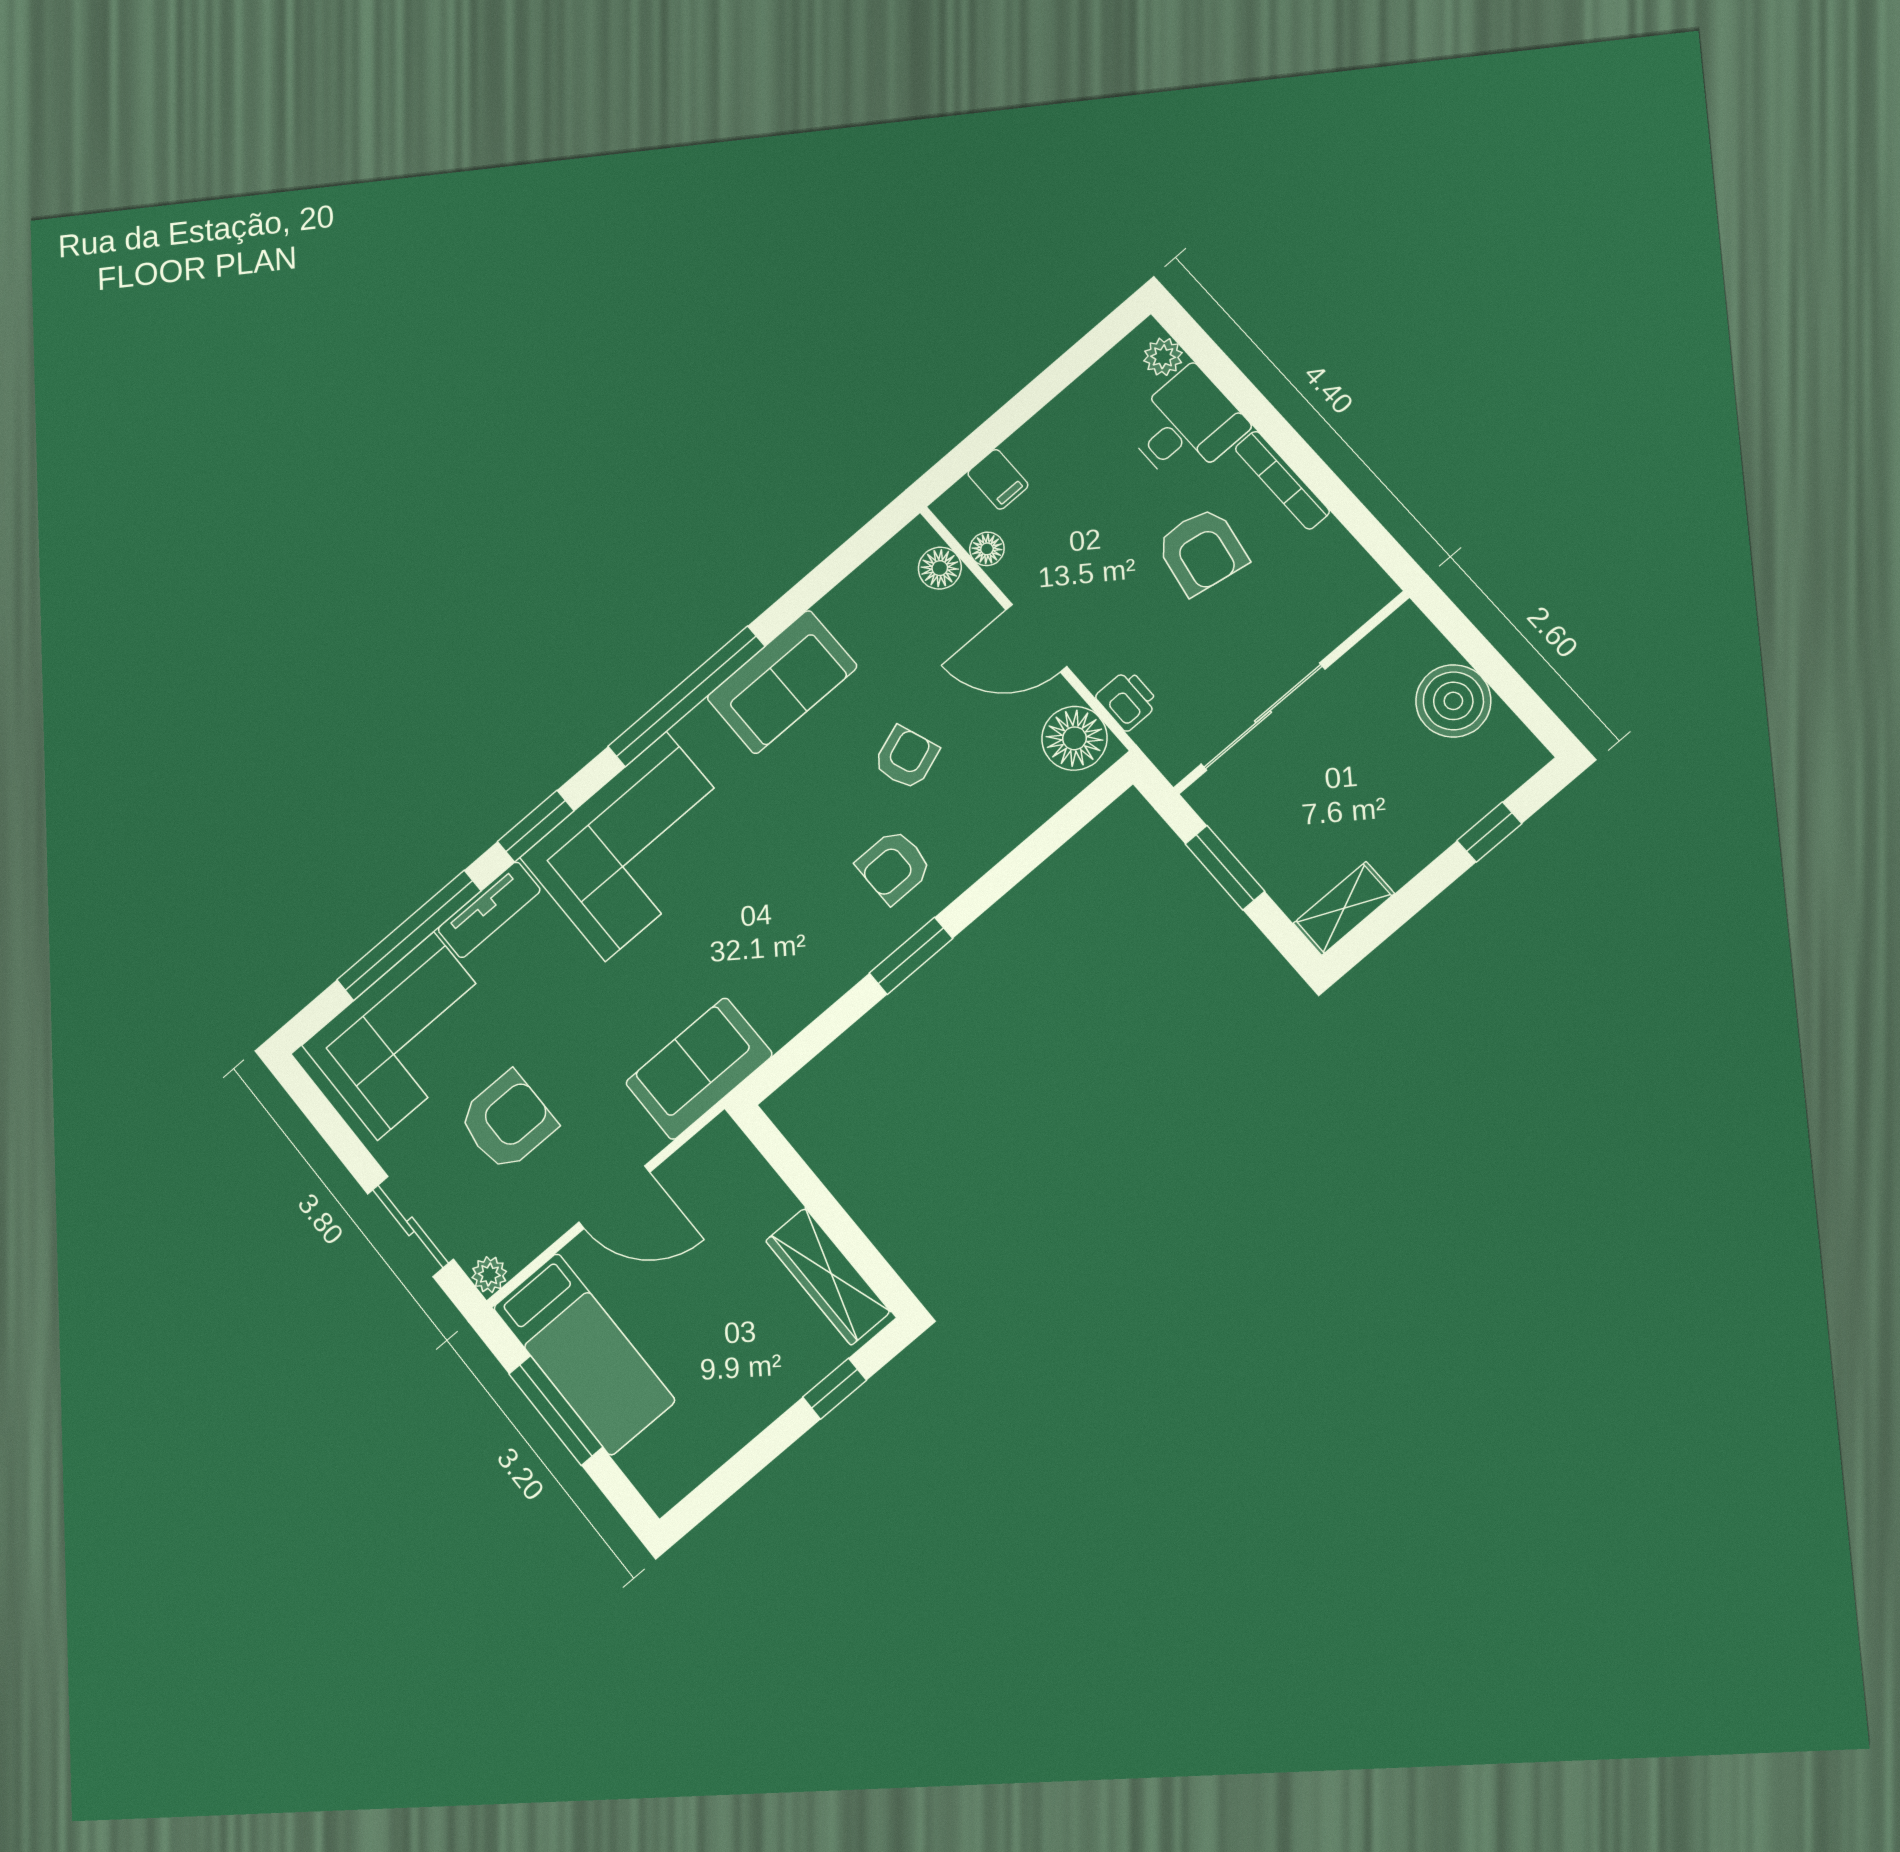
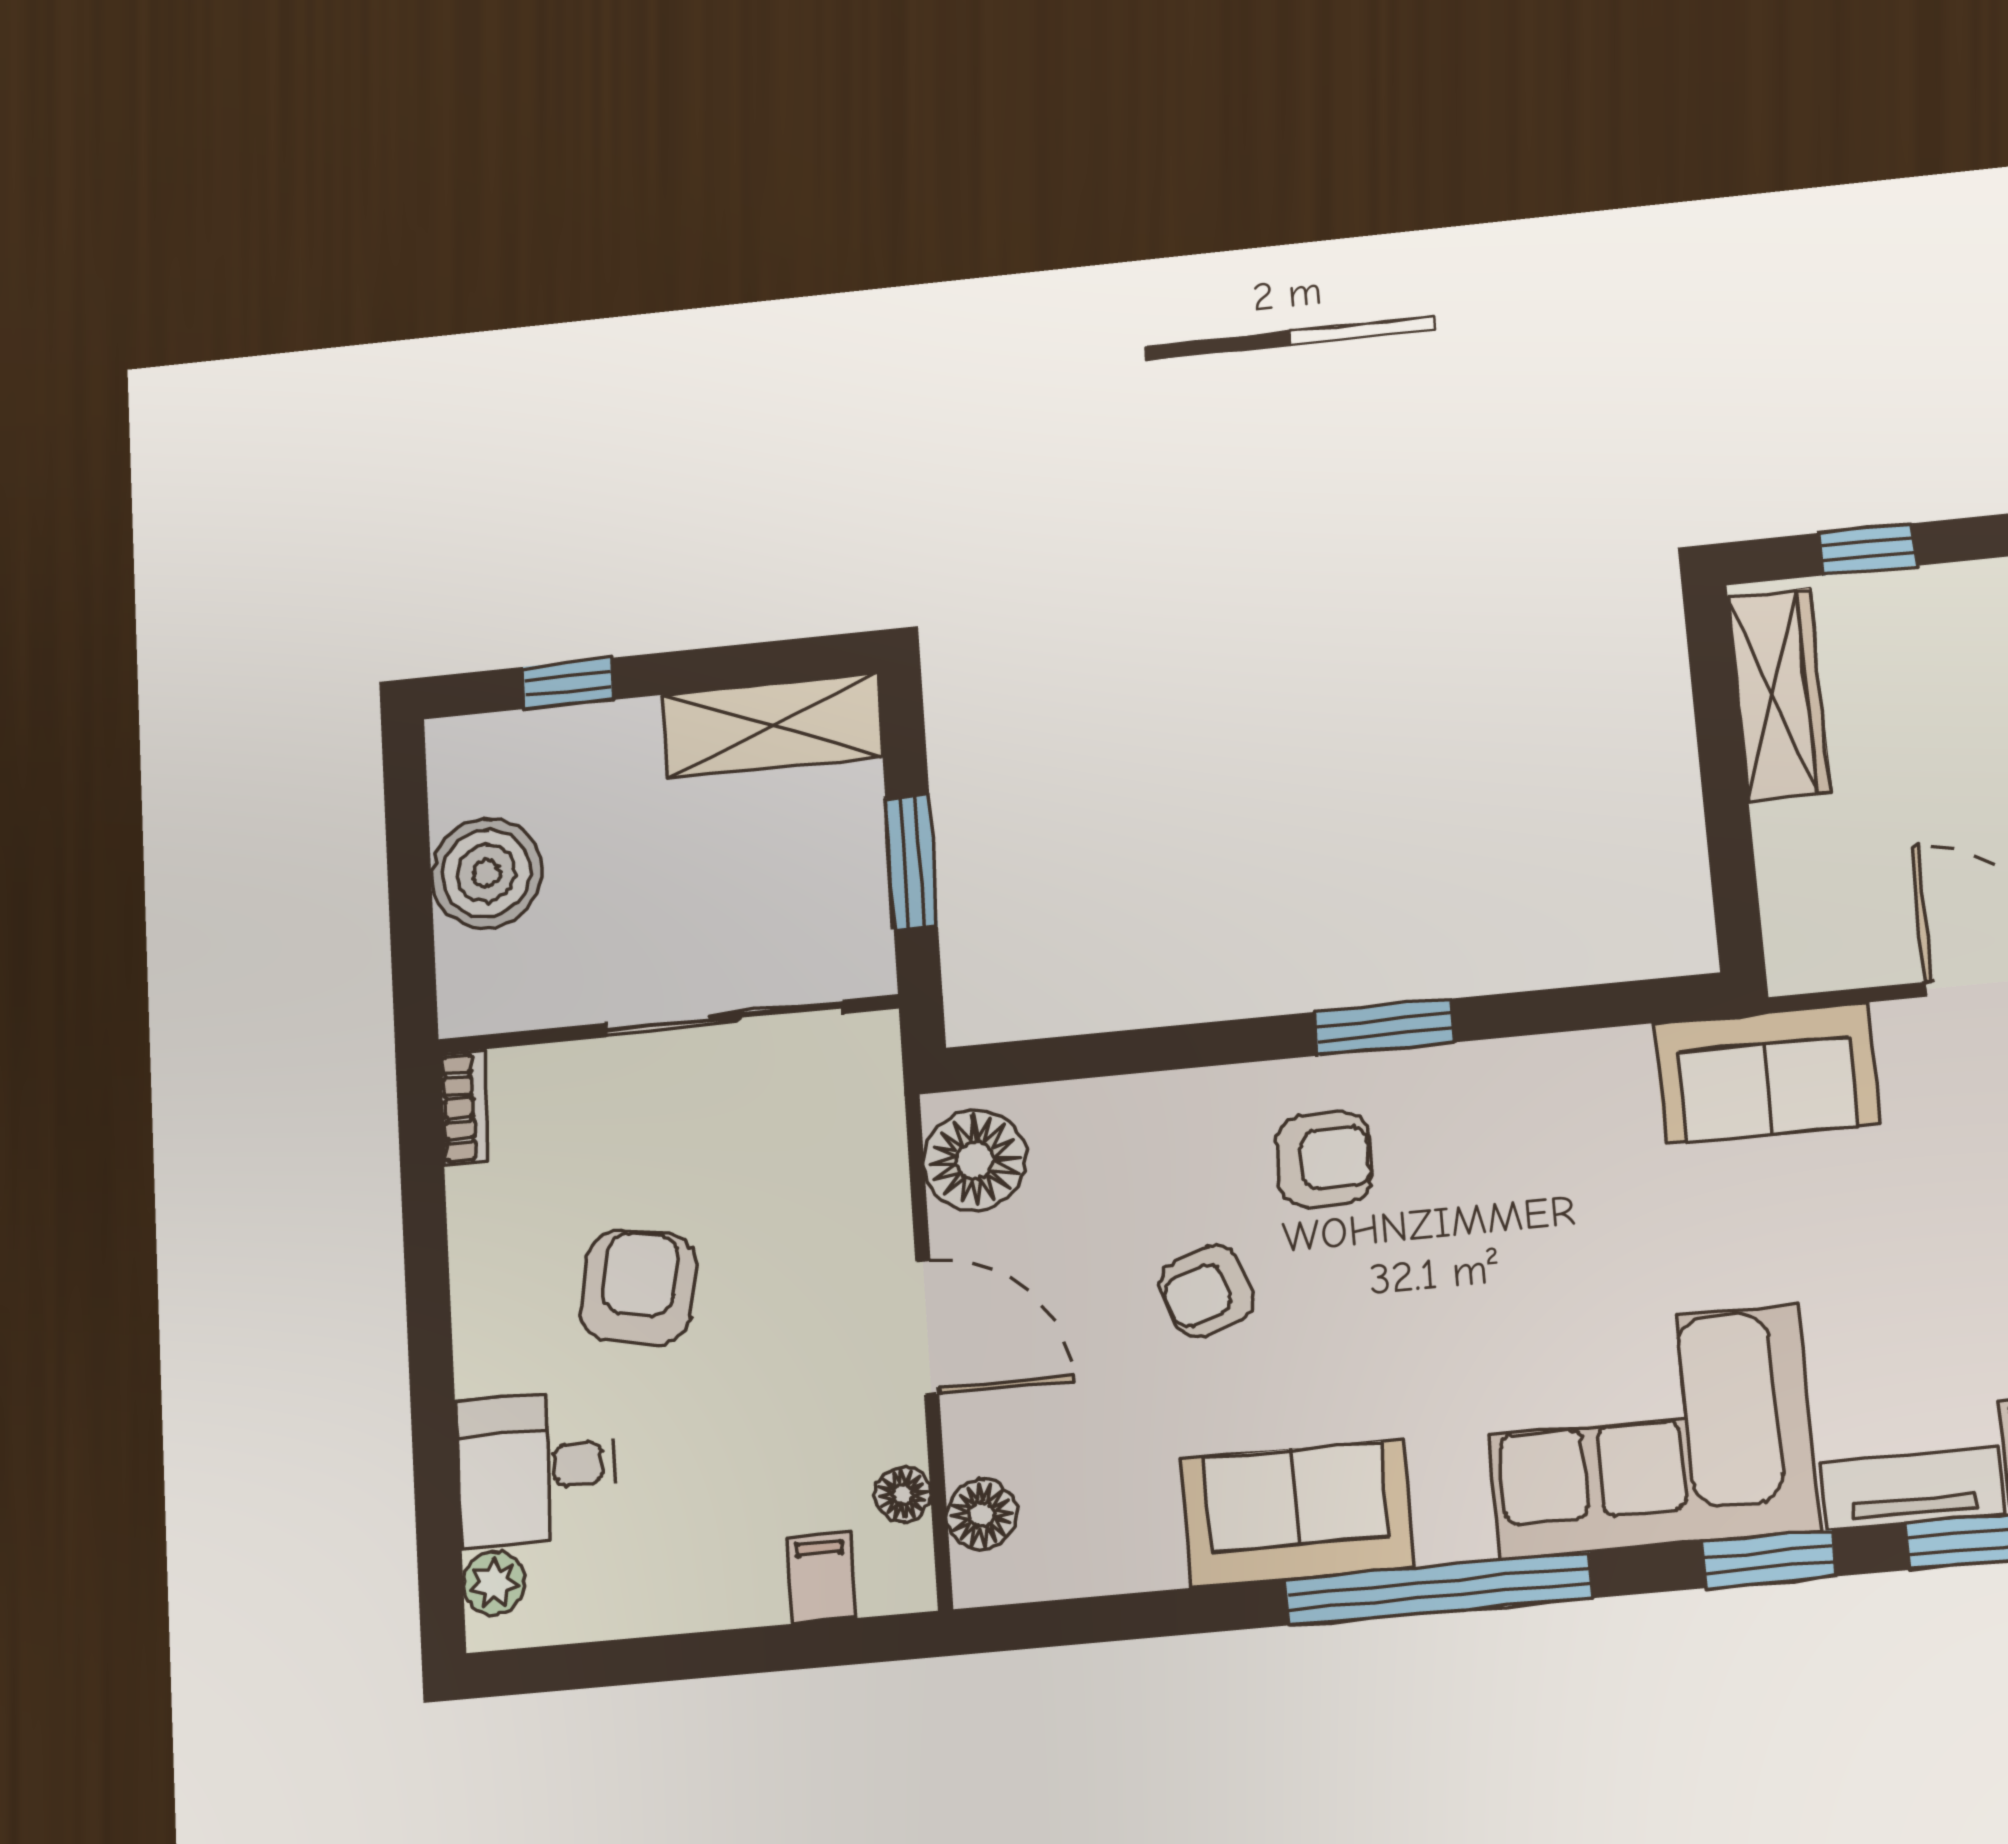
bookcase: (1282, 480) -> (464, 1107), moved, width x0.64
printer: (1127, 700) -> (873, 1162), removed
shelving: (1344, 908) -> (772, 726), width x1.50, depth x1.33

